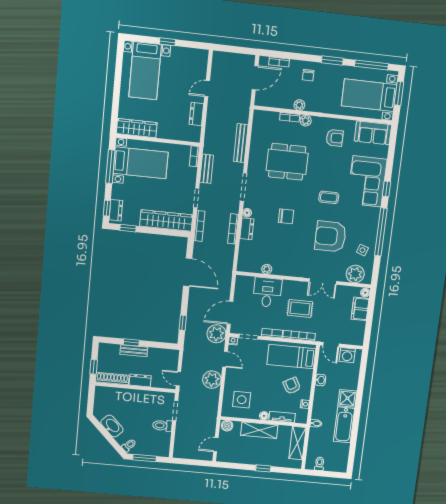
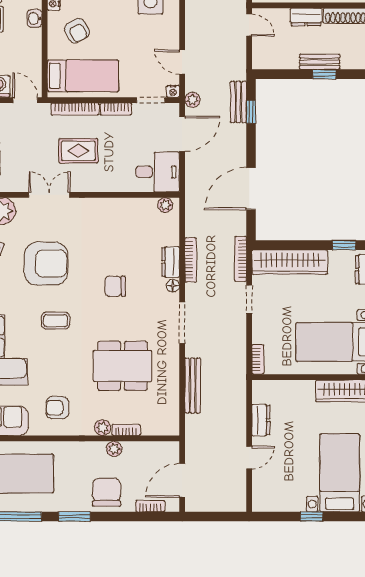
chair: (308, 75) -> (106, 492), width x1.87, depth x1.87
bench: (207, 169) -> (238, 102), moved
plant: (267, 269) -> (165, 205), moved
door: (188, 272) -> (251, 189), hinge flipped
desk: (267, 292) -> (158, 172), moved, turned -90
plant: (216, 334) -> (192, 100), width x0.53, depth x0.53
plant: (212, 380) -> (199, 29), removed
washbasin: (320, 380) -> (35, 18), moved

